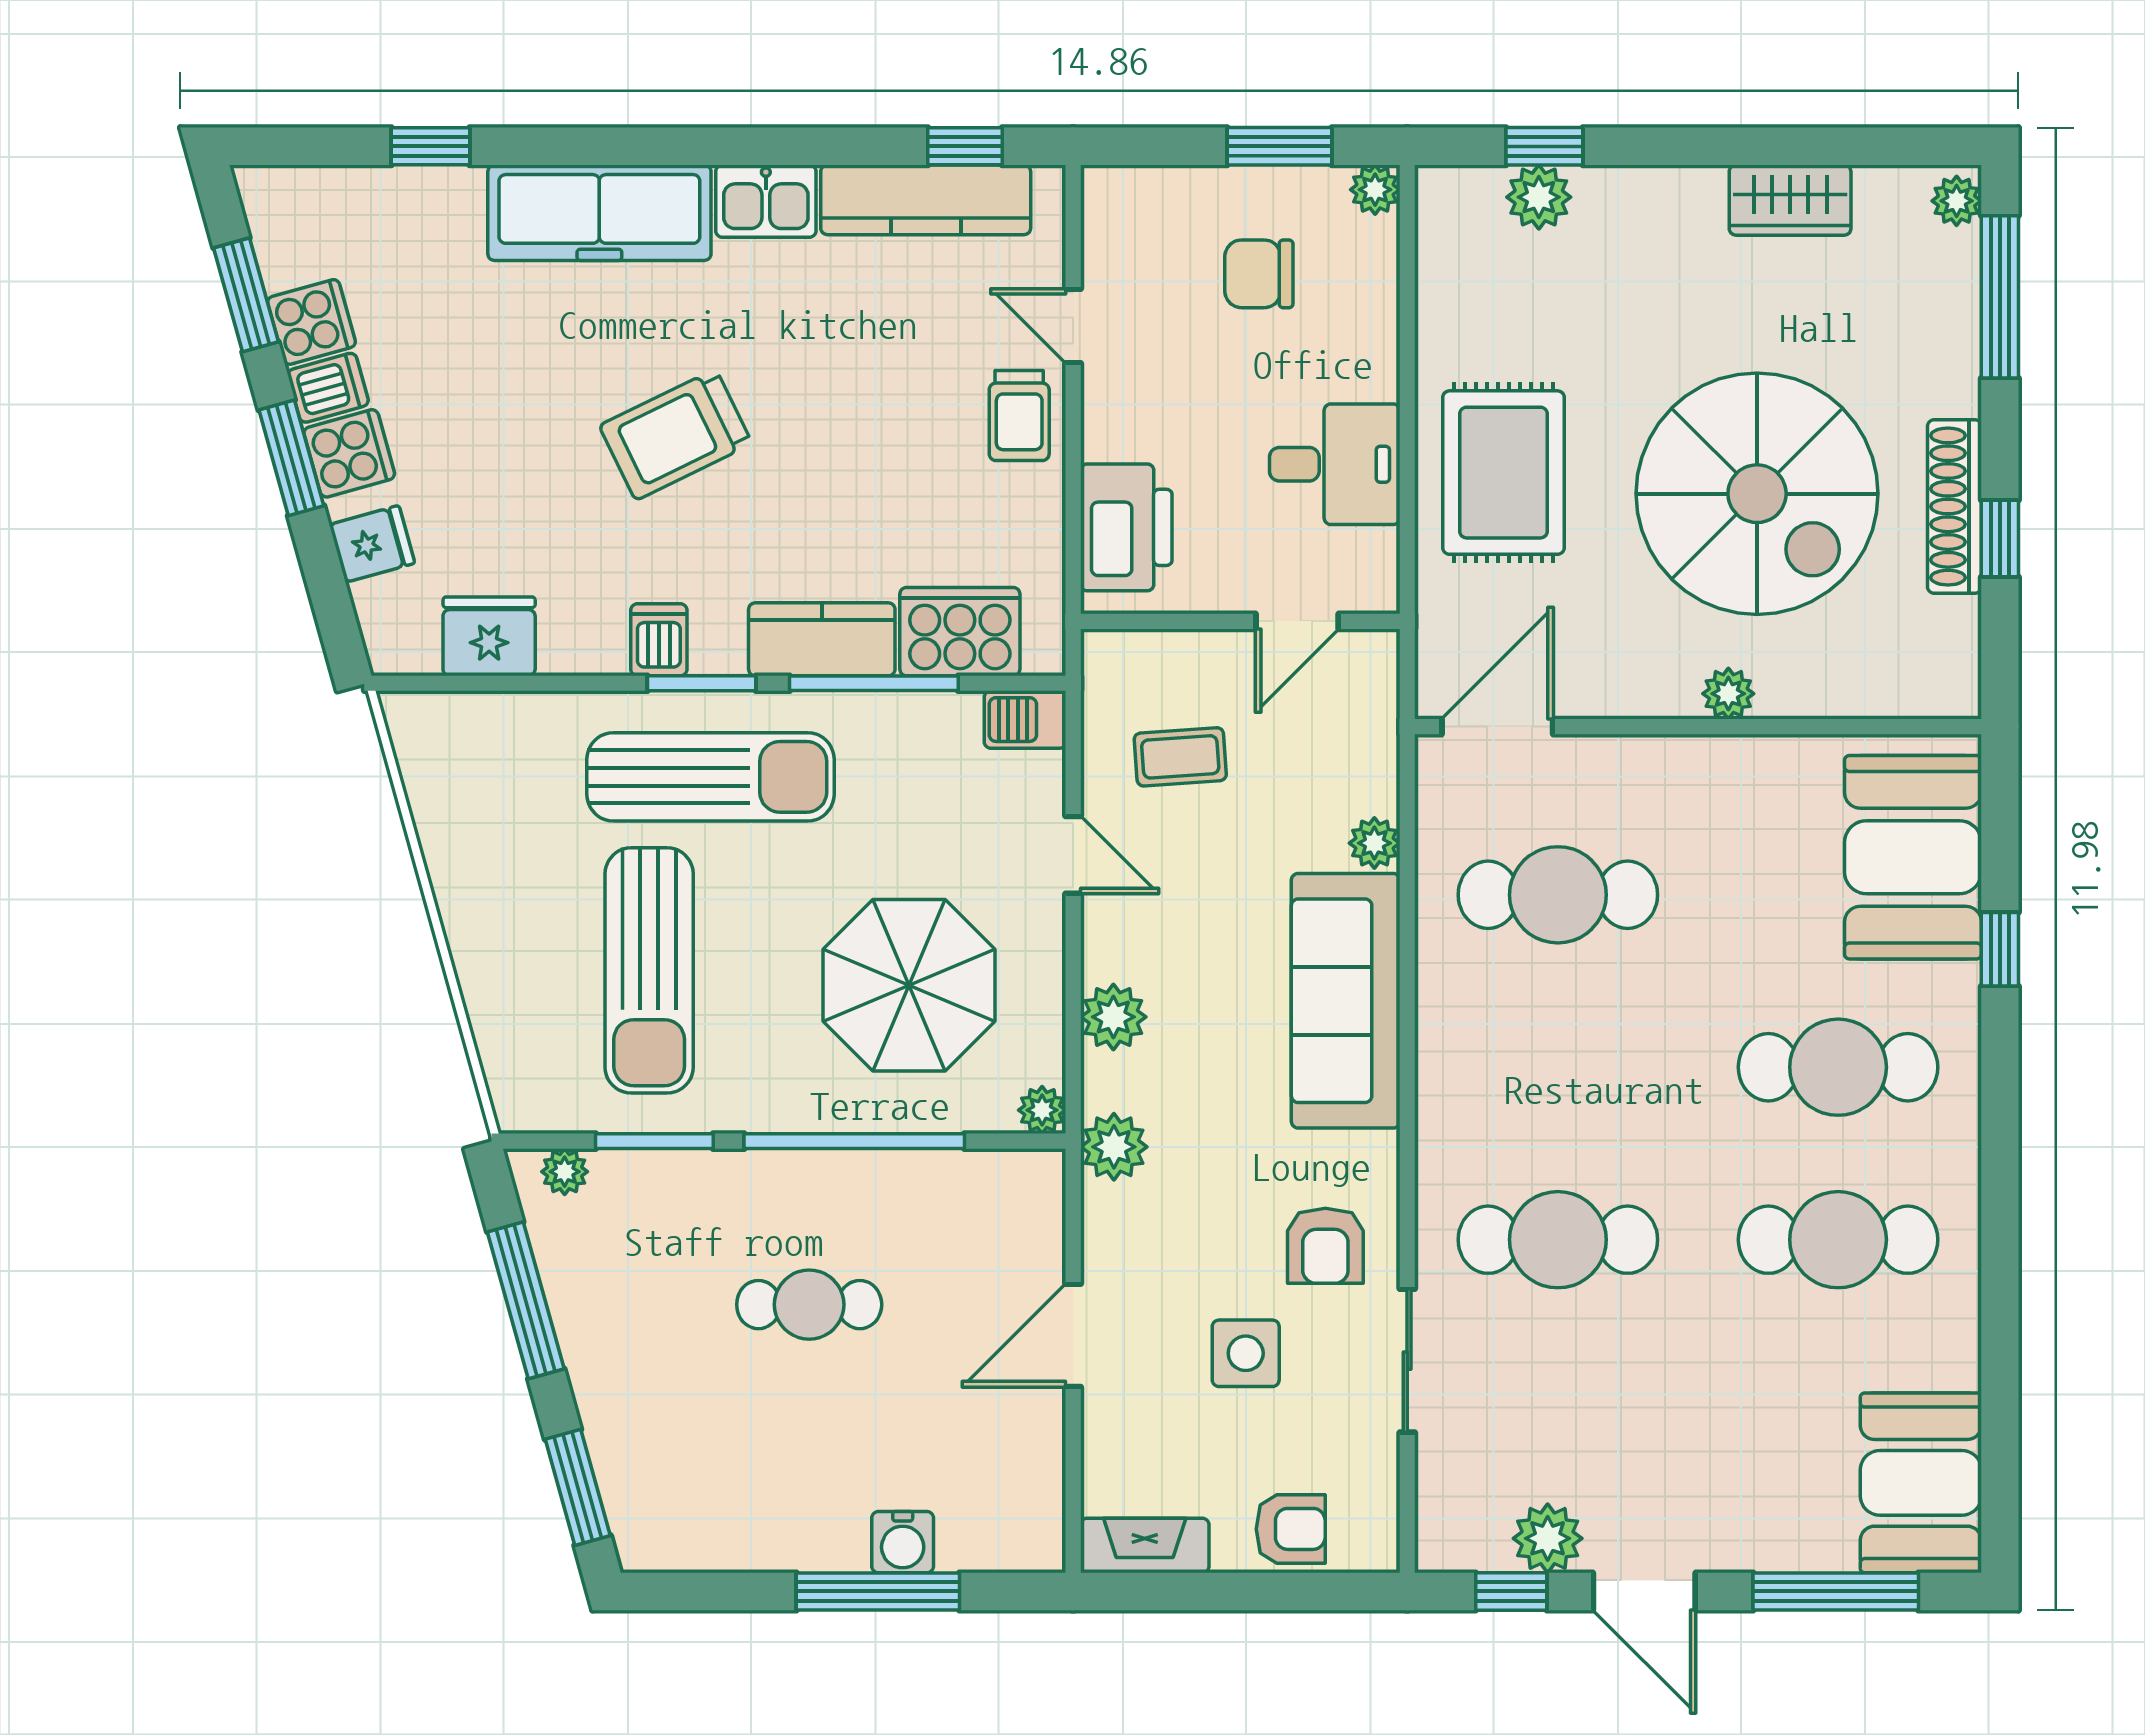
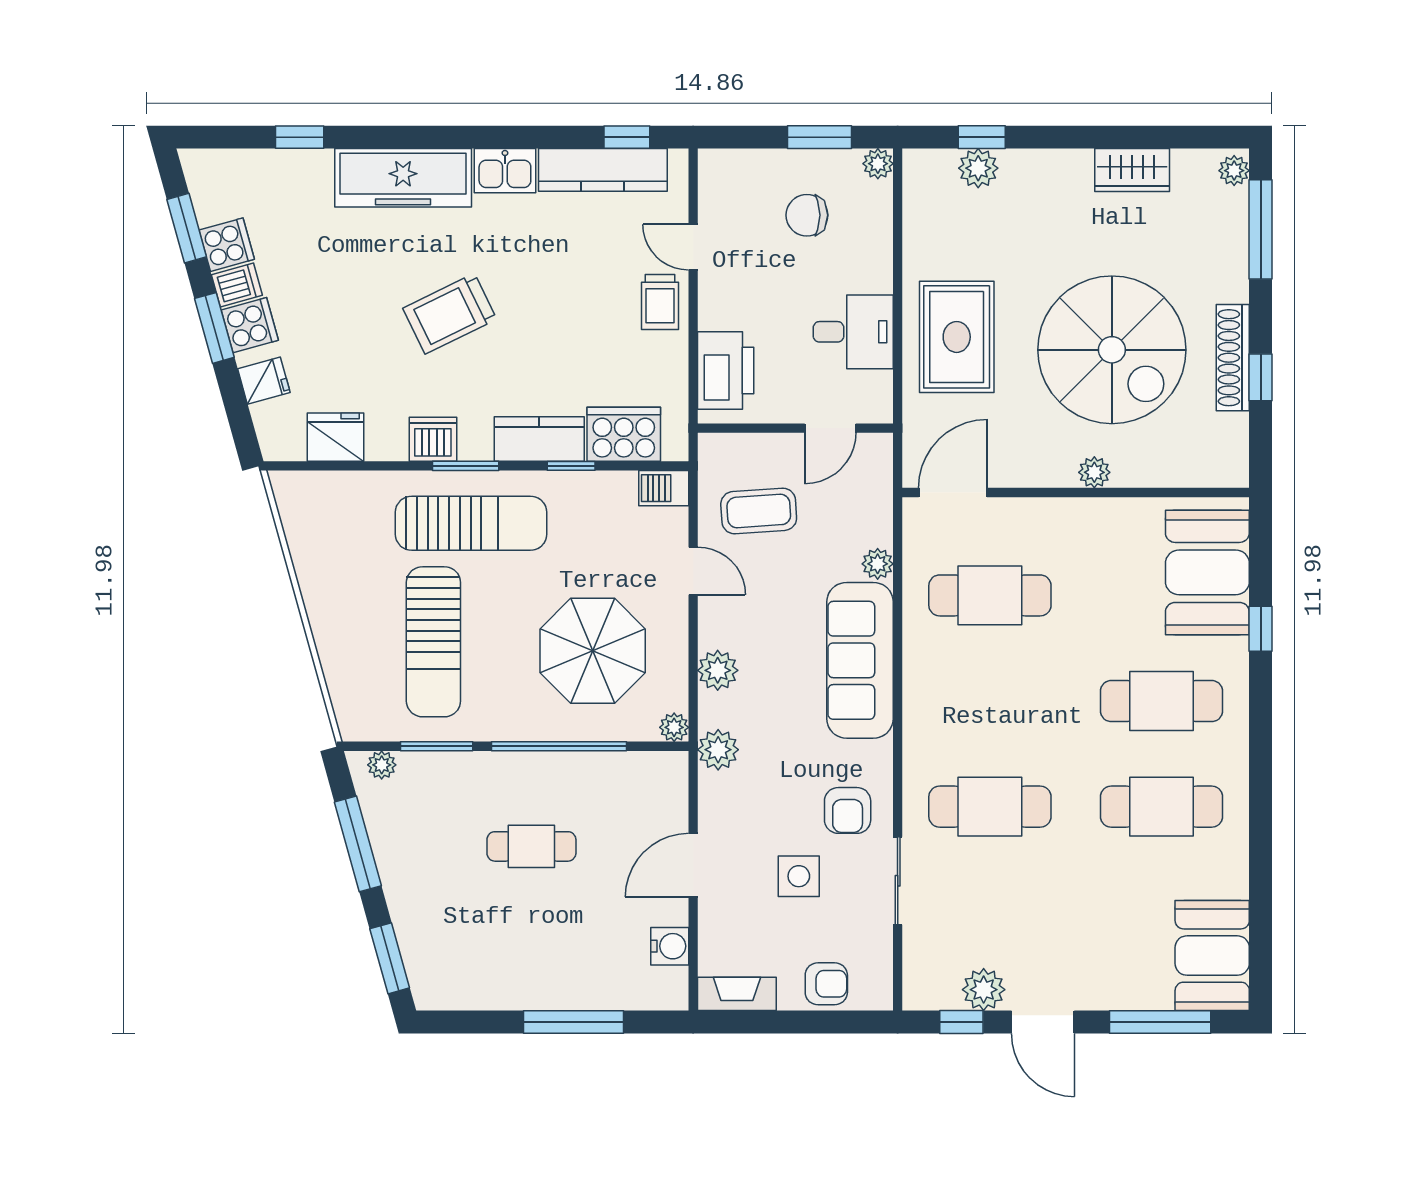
dishwasher: (659, 640) -> (433, 439), width x1.38
window: (874, 683) -> (571, 466), width x0.46
coffee table: (1180, 757) -> (759, 511), width x1.36, depth x1.30
water cooler: (903, 1542) -> (670, 946), moved, turned -90

